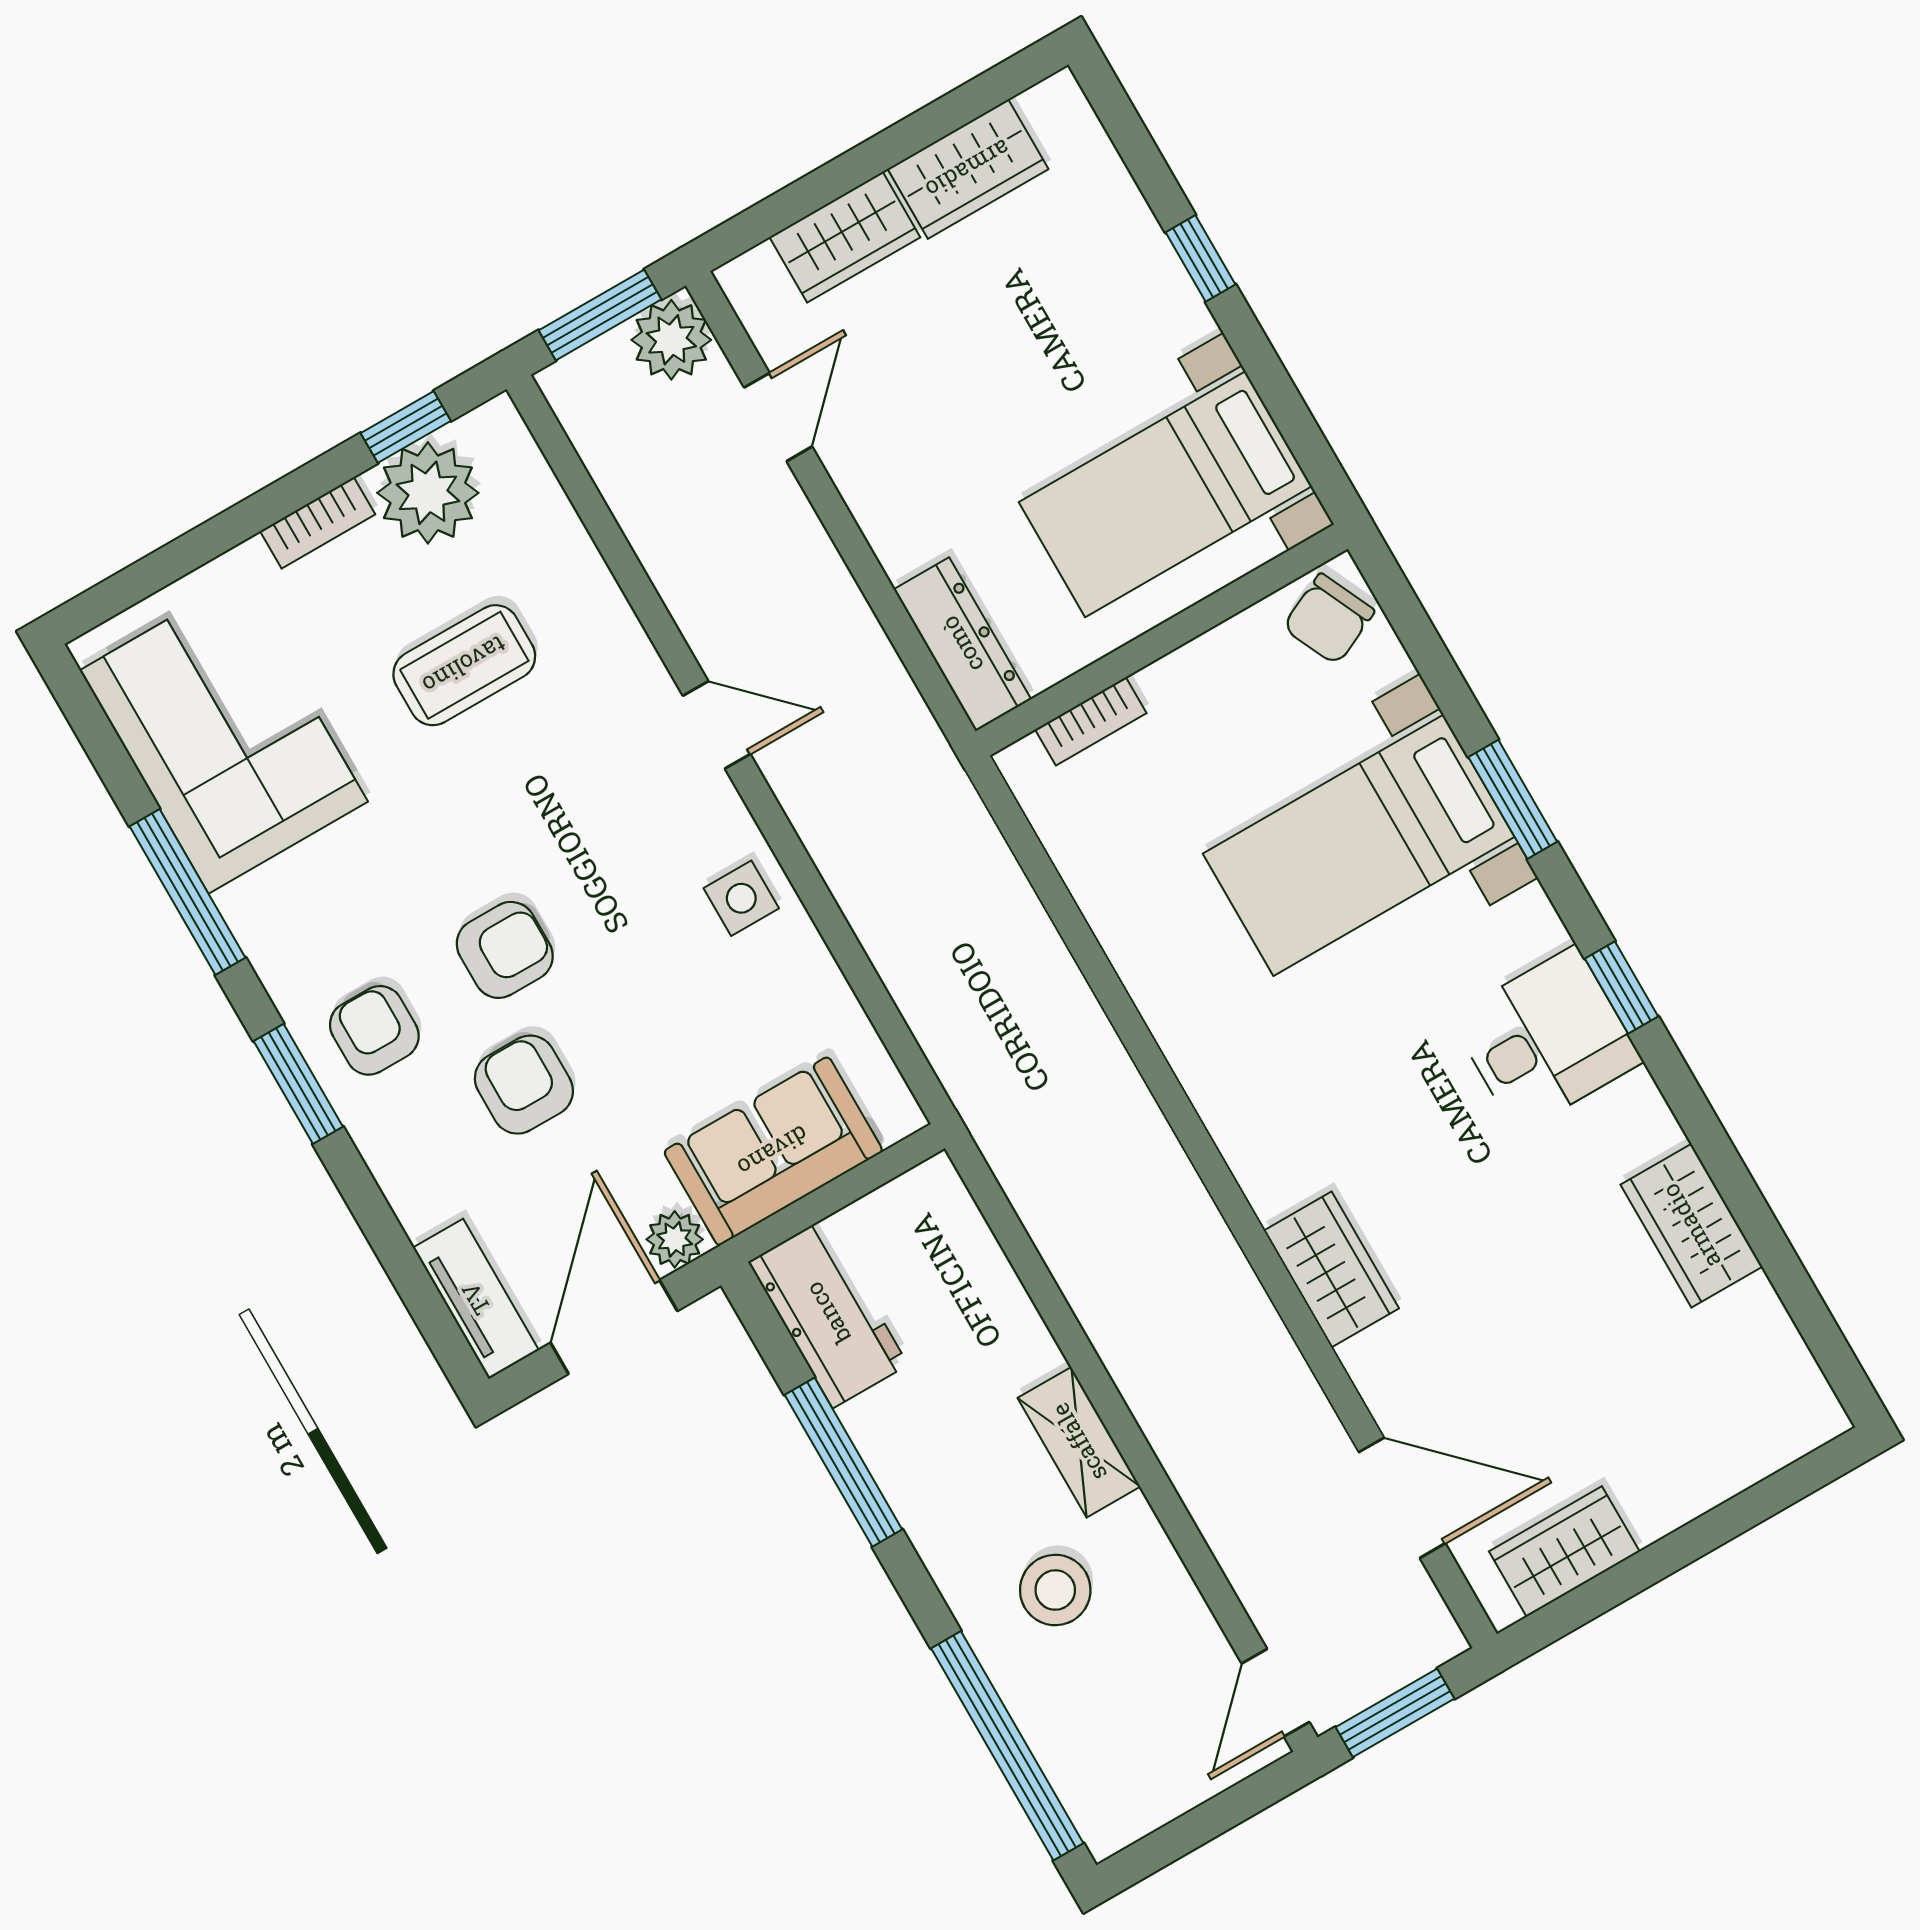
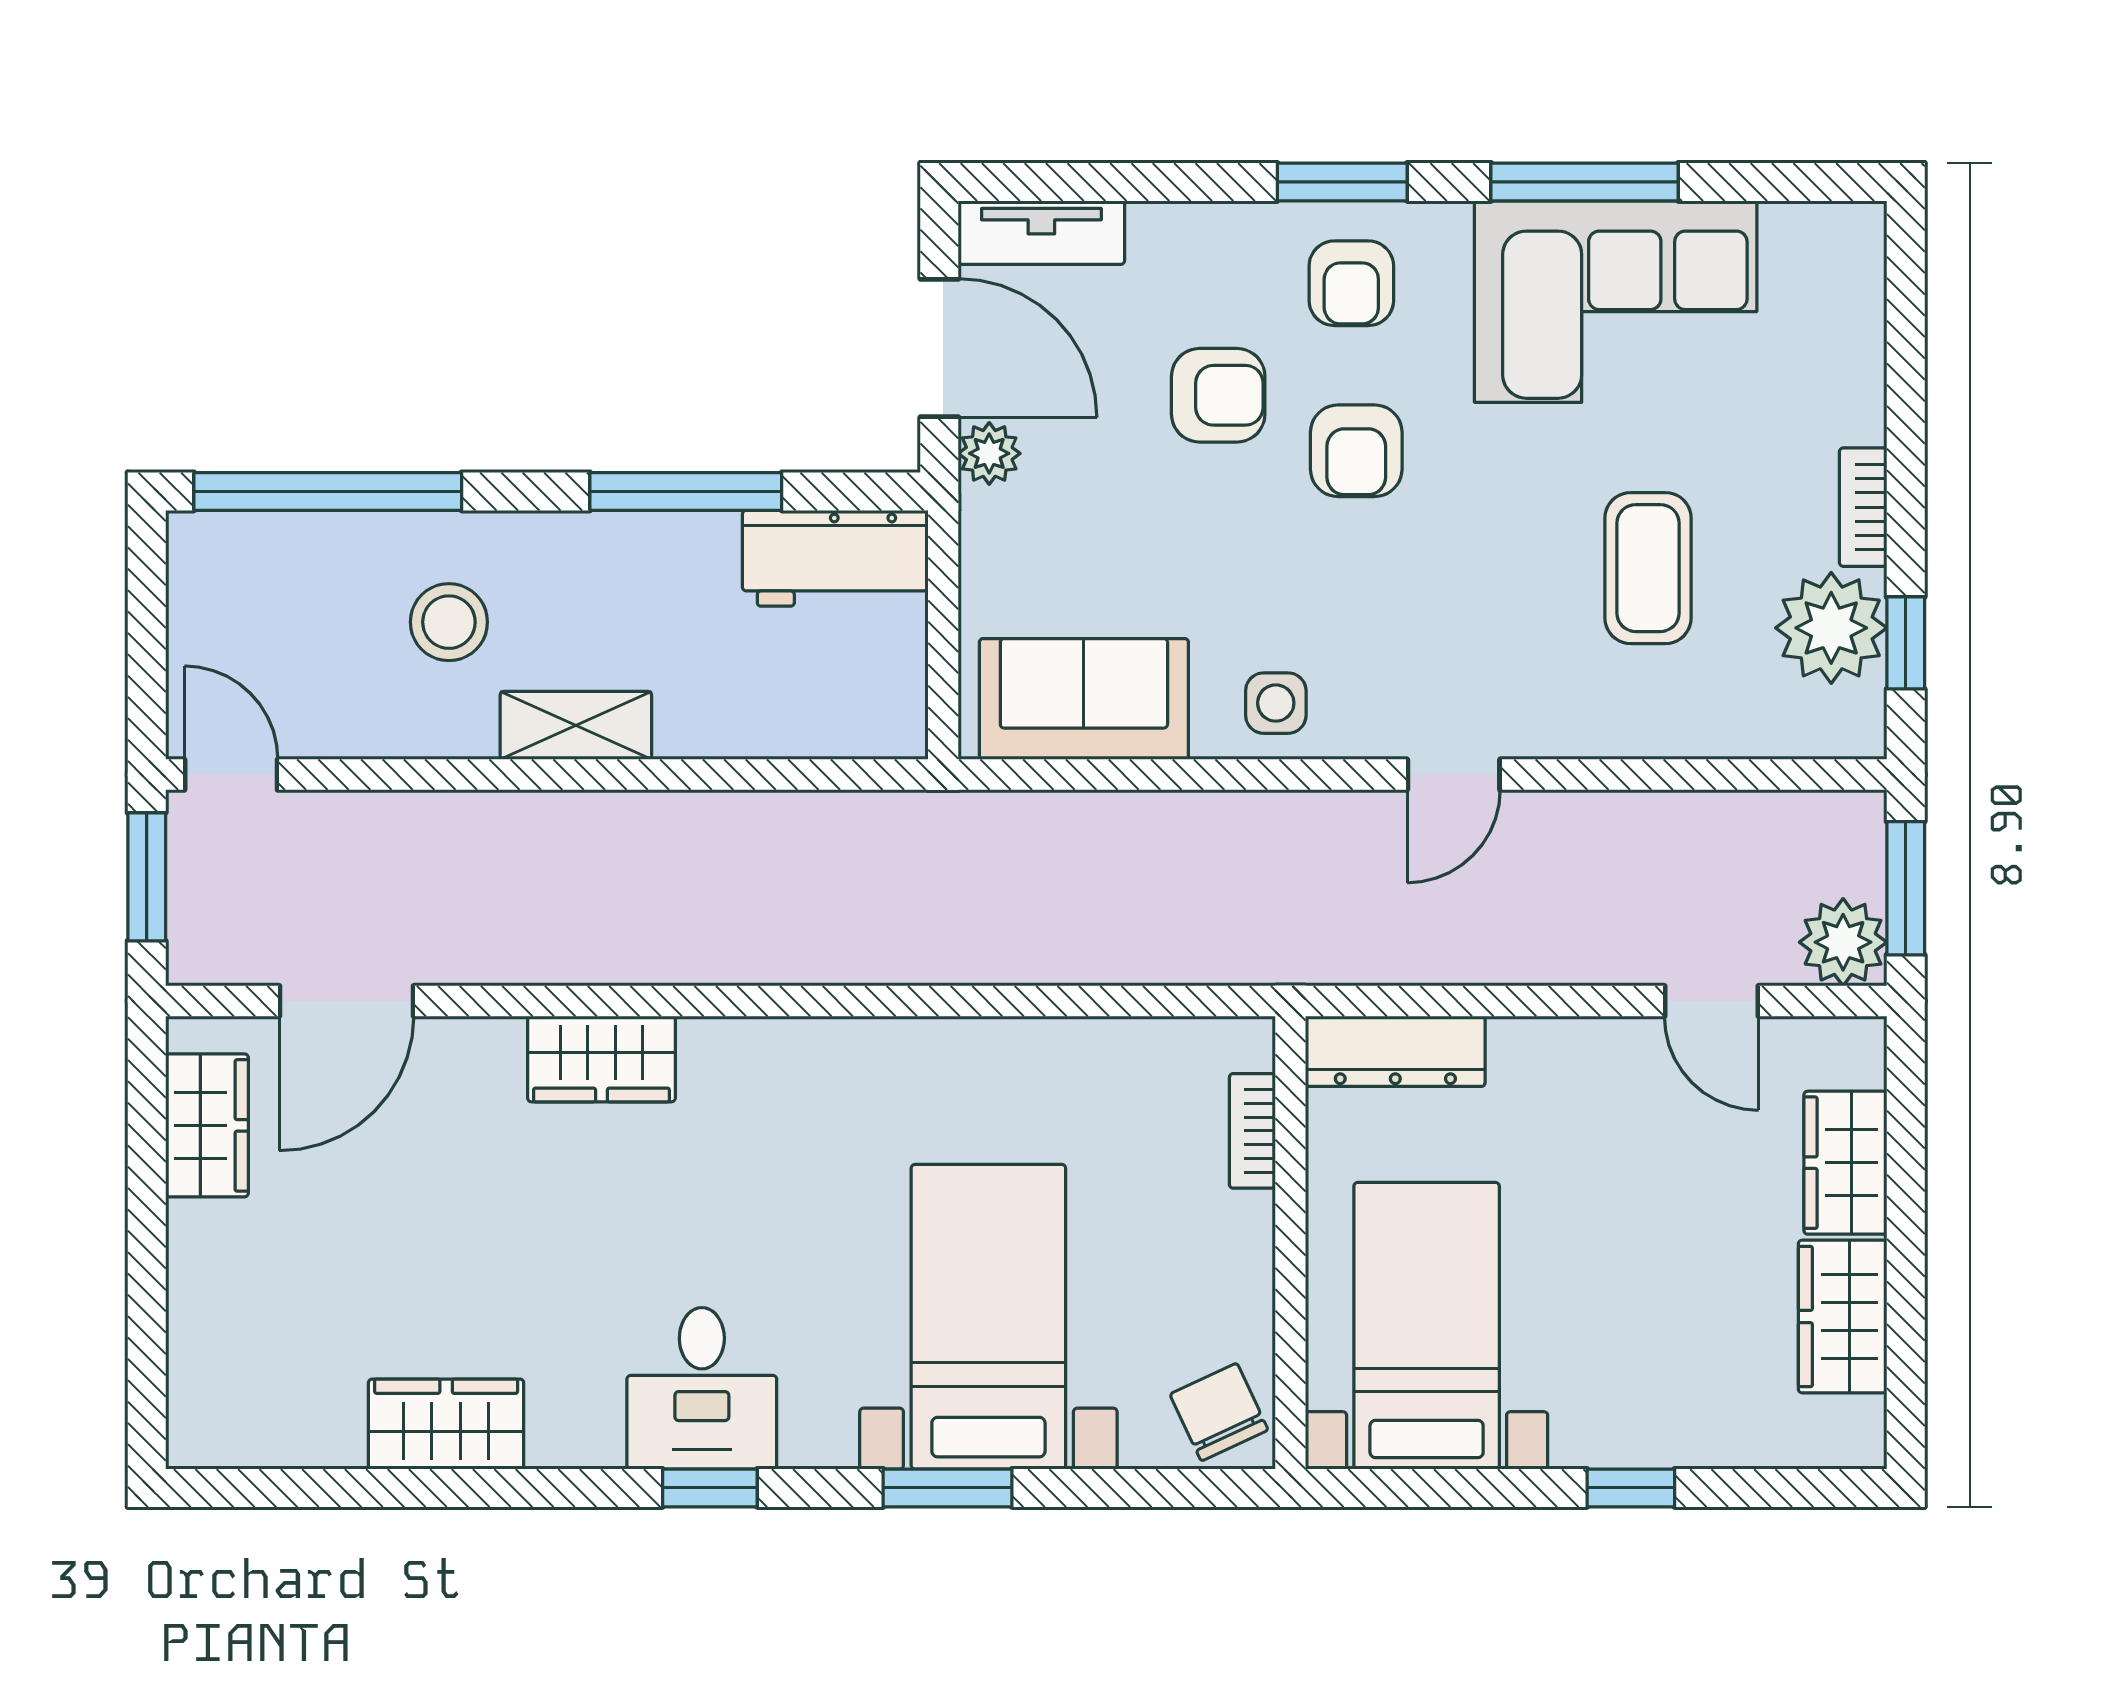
corner sofa: (224, 736) -> (1616, 302), moved
armchair: (374, 1030) -> (1351, 283), turned 90
sofa: (773, 1151) -> (1084, 699), moved, turned -90

